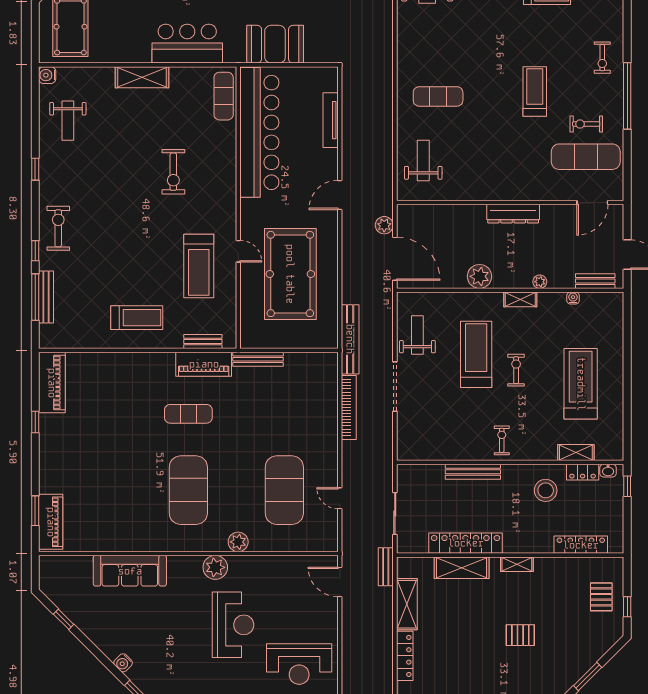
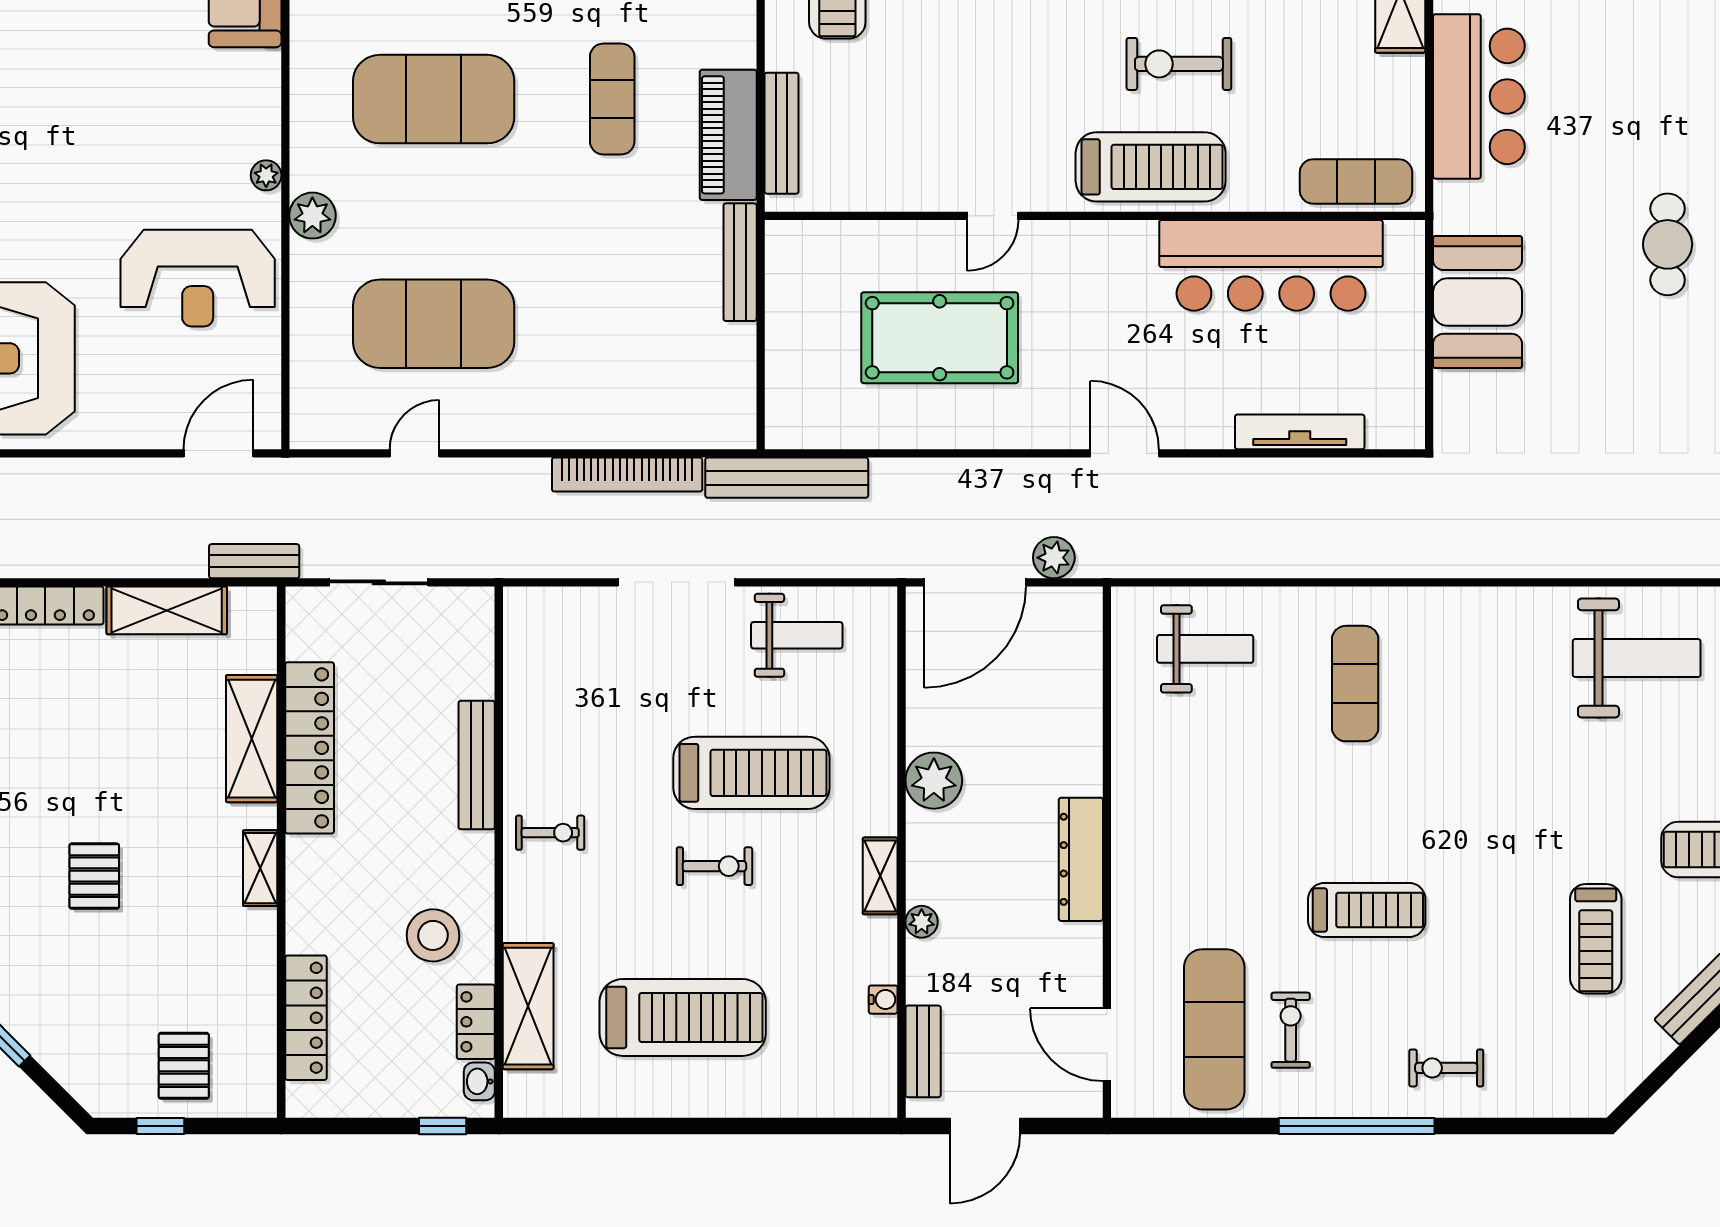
bar counter: (259, 132) -> (1271, 265), width x0.73
treadmill: (199, 266) -> (1151, 167), moved, turned 180
pool table: (290, 274) -> (940, 338), width x0.73, depth x0.76
bench: (203, 341) -> (782, 133), width x1.36
shelving: (576, 452) -> (528, 1006), width x1.50, depth x1.33
plant: (215, 567) -> (266, 175), width x0.53, depth x0.53
pallet: (601, 597) -> (184, 1066), turned 90
reception desk: (233, 625) -> (198, 278), moved

